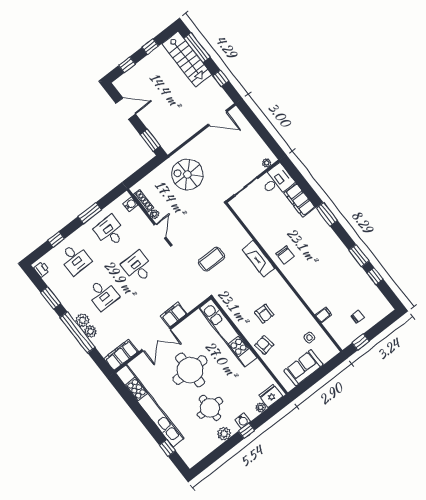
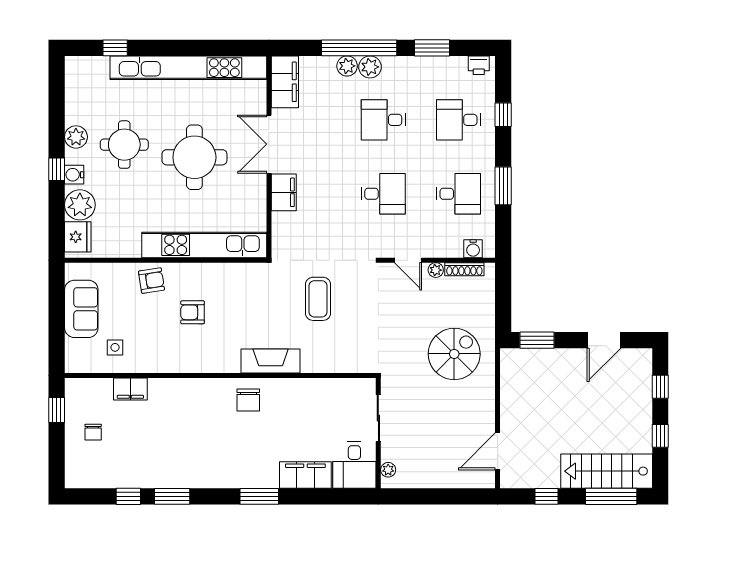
chair: (285, 255) -> (248, 400), turned -90
filing cabinet: (323, 315) -> (130, 389), width x2.00
plant: (261, 407) -> (80, 205), width x1.87, depth x1.87

